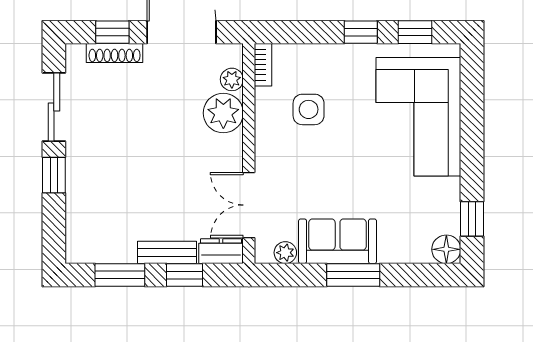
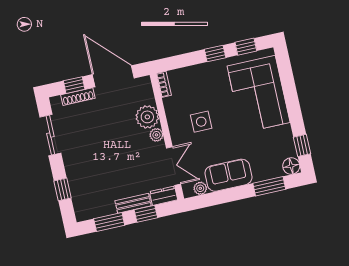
plant: (232, 79) -> (156, 135), moved
side table: (309, 109) -> (201, 122), moved
window: (54, 175) -> (63, 189), moved
double door: (249, 205) -> (174, 166), swing flipped
window: (353, 275) -> (269, 186), moved

